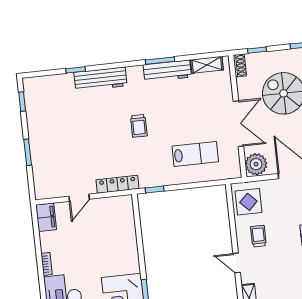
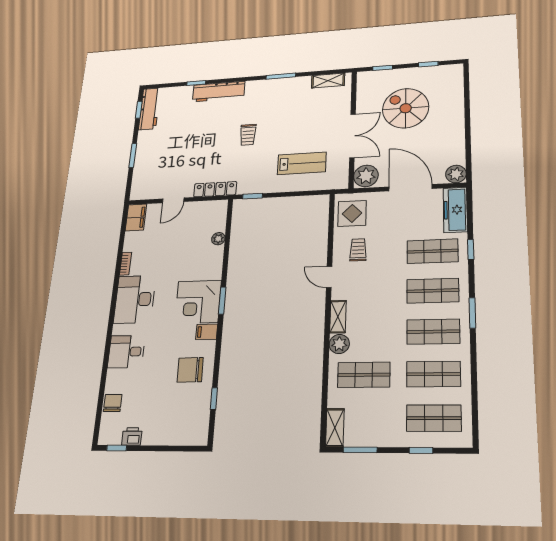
shoe rack: (240, 66) -> (362, 82), removed
workbench: (167, 71) -> (149, 109), moved, turned -90
plant: (130, 234) -> (218, 239), added

